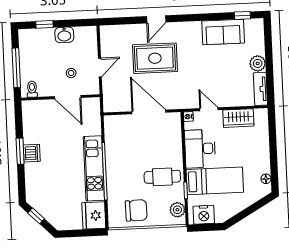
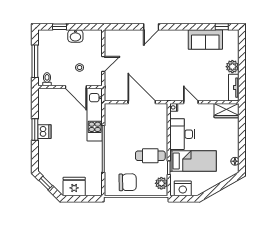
rug: (155, 58) -> (149, 58), removed
wardrobe: (238, 118) -> (227, 111), moved
kitchen unit: (94, 168) -> (95, 115), moved
fridge: (94, 215) -> (74, 186), moved, turned 90

